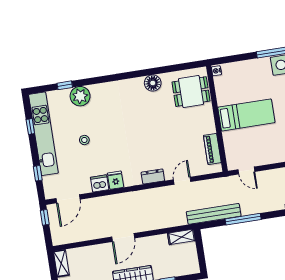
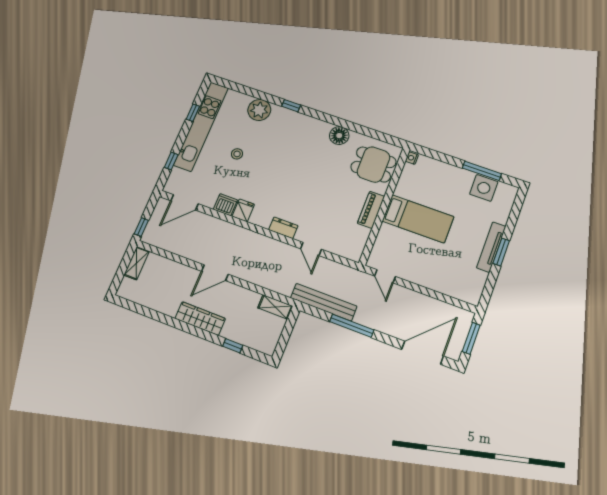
window: (65, 85) -> (291, 106), moved
piano: (212, 149) -> (371, 210), moved
door: (182, 181) -> (311, 249), swing flipped
window: (45, 217) -> (141, 227), moved

